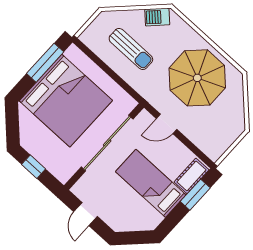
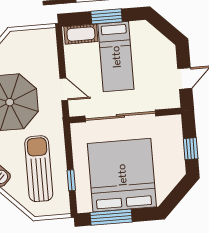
sun lounger: (131, 49) -> (39, 169), width x1.36, depth x1.34
window: (99, 63) -> (71, 180), added
window: (195, 195) -> (107, 16), moved

